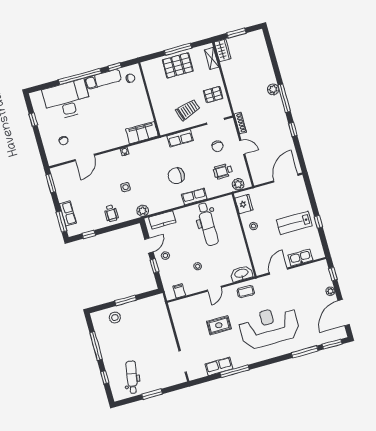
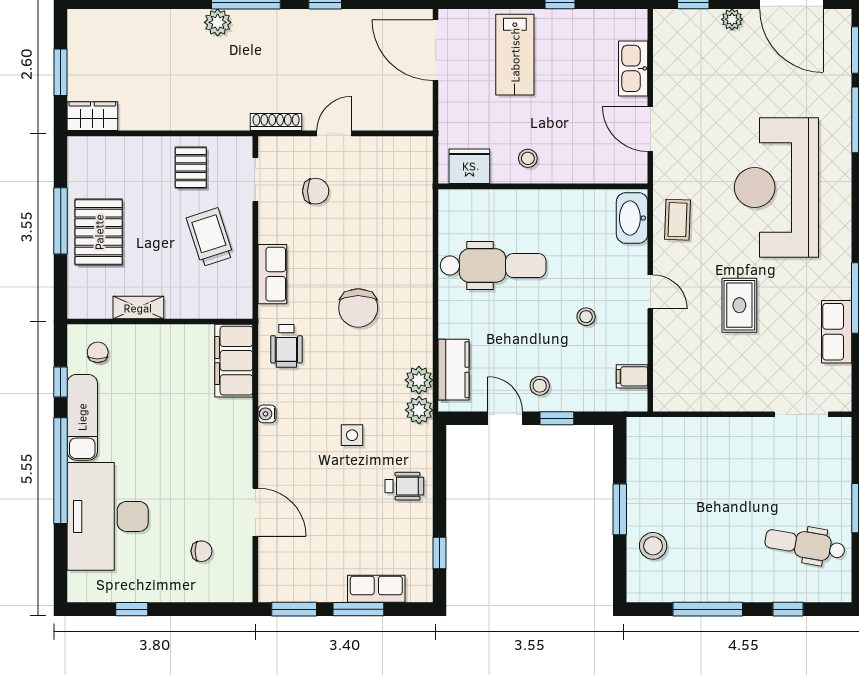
shelving: (212, 58) -> (138, 308), moved
wheelchair: (223, 171) -> (286, 346), moved
plant: (238, 184) -> (419, 380), moved
row of seats: (194, 197) -> (419, 279), removed
window: (61, 222) -> (358, 609), moved
lab bench: (294, 223) -> (515, 55), moved

